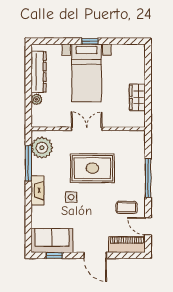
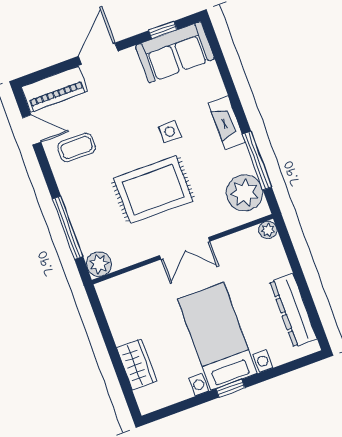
wardrobe: (137, 97) -> (137, 365), moved
plant: (36, 99) -> (268, 230), moved
plant: (138, 138) -> (99, 264), added
window: (148, 178) -> (68, 228), moved
door: (95, 255) -> (98, 54), hinge flipped

